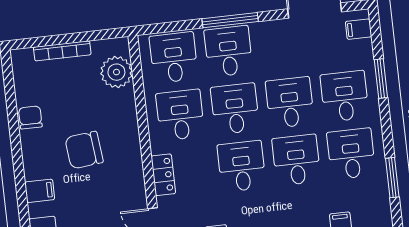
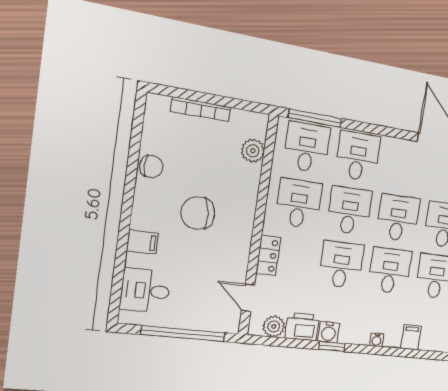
window: (230, 20) -> (315, 118), moved
plant: (116, 72) -> (253, 151), width x0.73, depth x0.73
chair: (30, 117) -> (151, 167), turned 90

